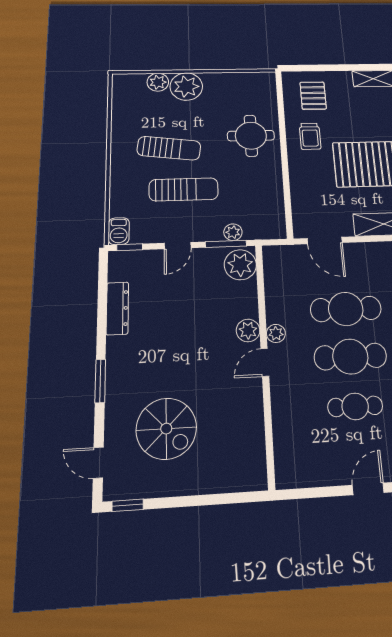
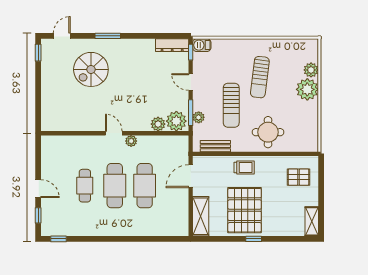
trolley: (310, 136) -> (244, 168), moved, turned 180
sun lounger: (184, 189) -> (231, 105), moved
bench: (276, 207) -> (215, 146), added
dresser: (117, 308) -> (172, 45), moved
plant: (248, 330) -> (158, 124), moved
spiral stairs: (166, 429) -> (91, 69), moved

